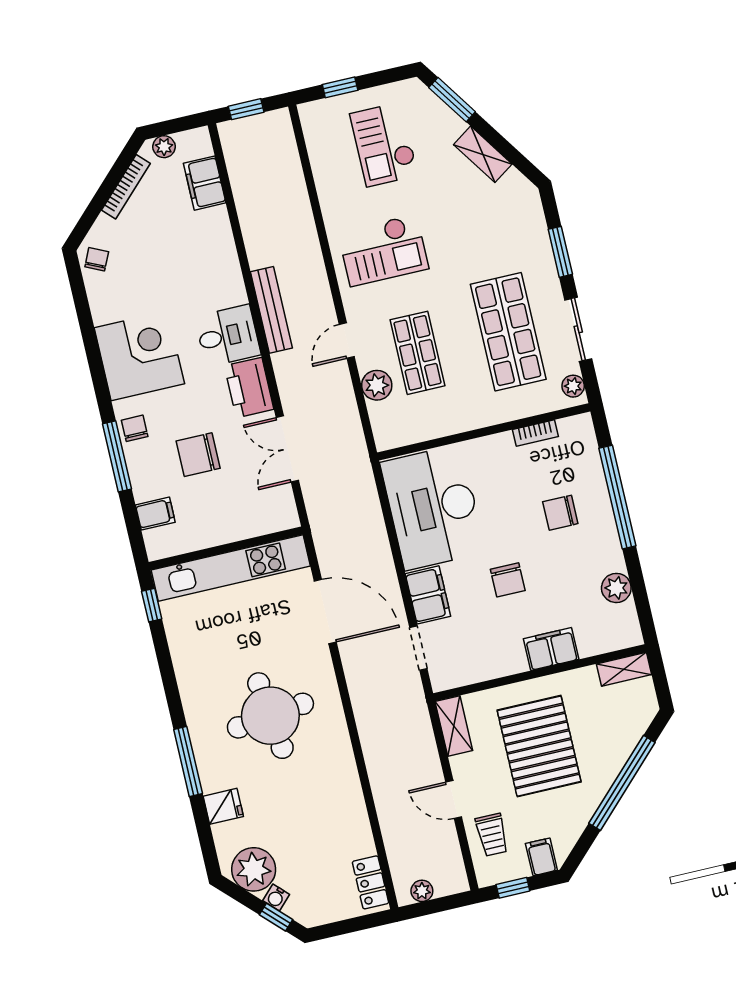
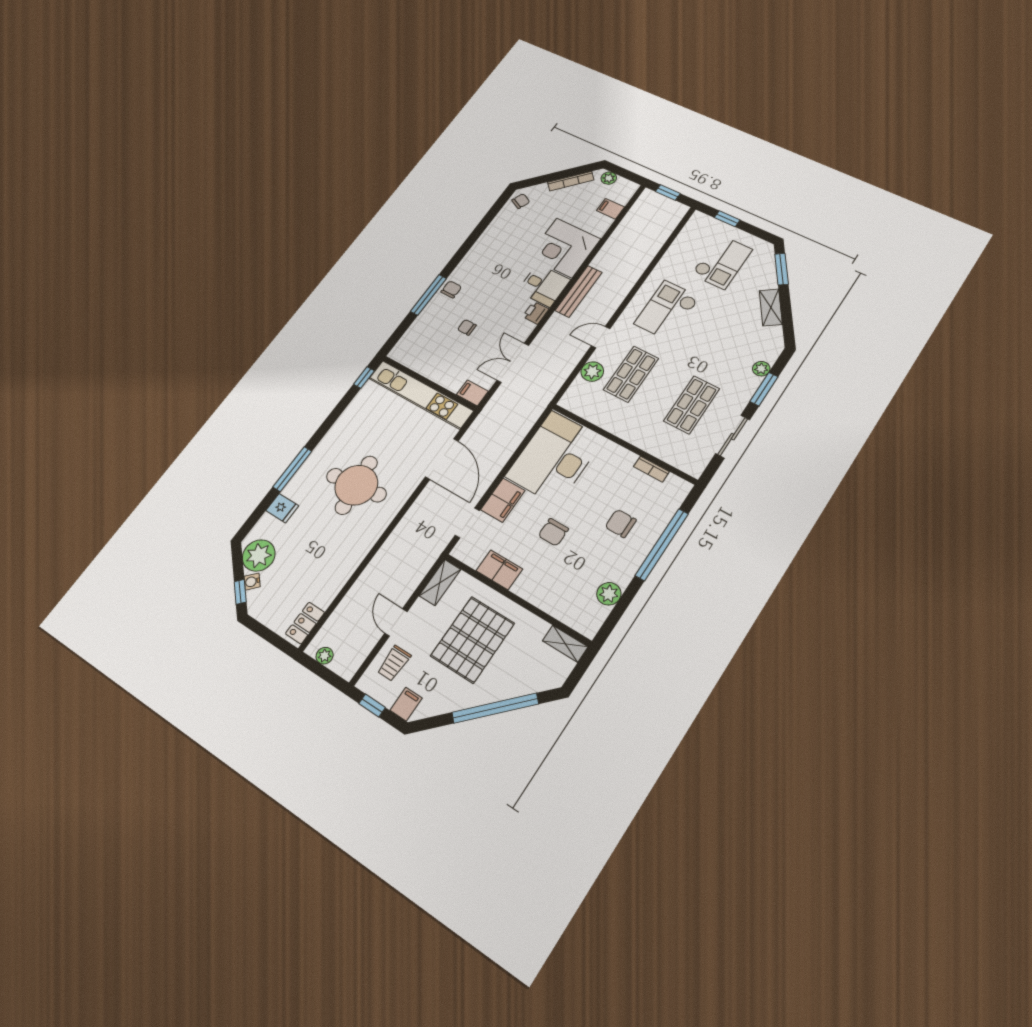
checkout: (384, 144) -> (722, 262), turned 180
filing cabinet: (205, 183) -> (610, 209), width x0.50
checkout: (383, 250) -> (667, 310), turned 90
shop shelf: (508, 332) -> (692, 405), width x0.70, depth x0.74
corner desk: (139, 356) -> (564, 248), moved, turned 180
plant: (573, 386) -> (761, 369), moved
printer: (249, 388) -> (536, 313), width x0.53, depth x0.68
chair: (198, 455) -> (467, 327), width x0.54, depth x0.54
filing cabinet: (155, 514) -> (472, 393), moved, turned 180
filing cabinet: (551, 649) -> (499, 570), moved

